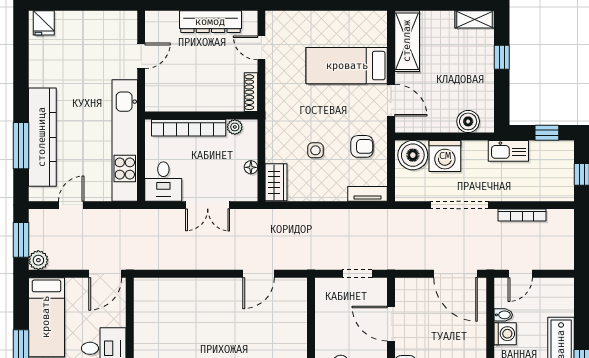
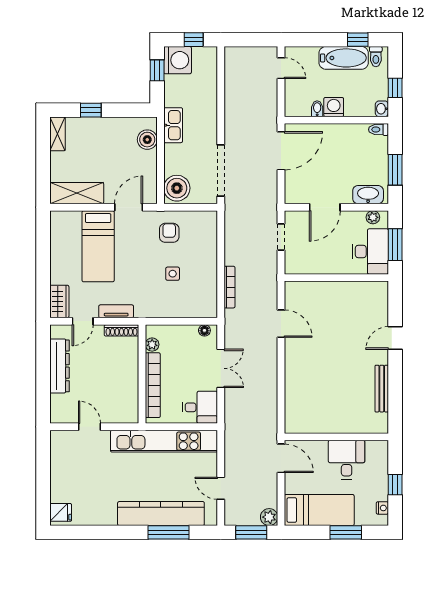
kitchen sink: (508, 151) -> (173, 125), moved
washing machine: (445, 156) -> (178, 60), moved
floor lamp: (251, 167) -> (204, 330), moved
wardrobe: (276, 182) -> (59, 301), moved, turned 90
tv unit: (368, 194) -> (116, 311), moved, turned 90
doorway: (459, 205) -> (221, 171), moved
bookcase: (522, 215) -> (229, 287), moved
door: (520, 274) -> (281, 68), moved

